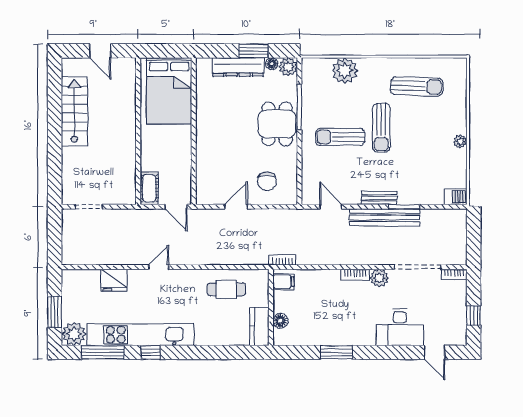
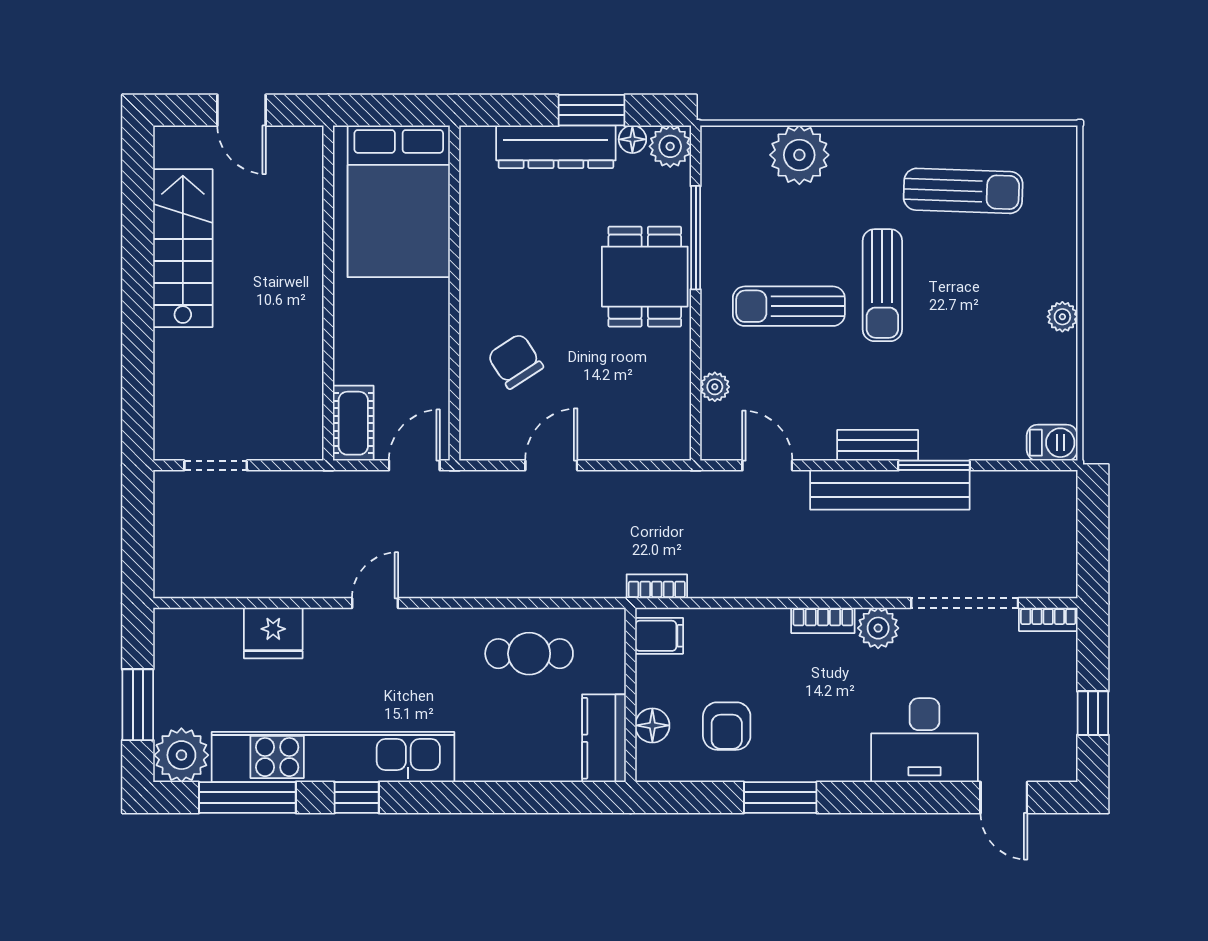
plant: (308, 172) -> (715, 387), added
chair: (267, 181) -> (515, 361), moved, turned 147
door: (176, 207) -> (414, 465), swing flipped
armchair: (313, 321) -> (727, 726), added

